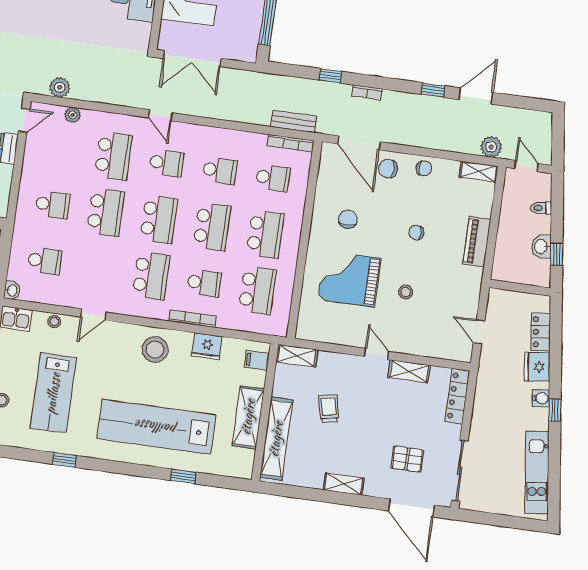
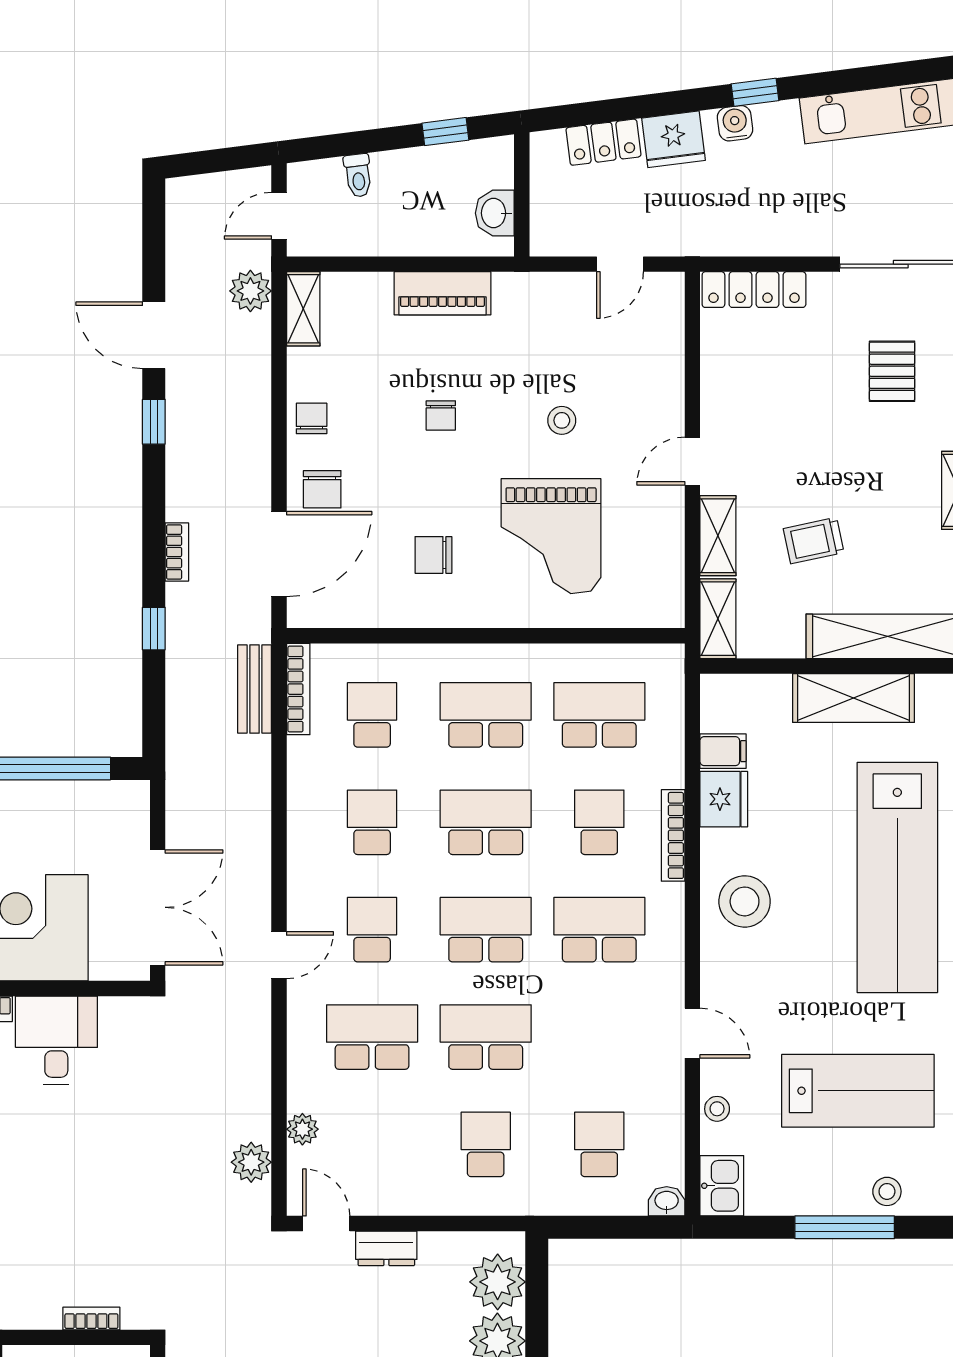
washbasin: (541, 246) -> (495, 213), moved, turned 97
filing cabinet: (257, 360) -> (723, 751), moved, turned -90
shelving: (409, 371) -> (718, 536), moved

